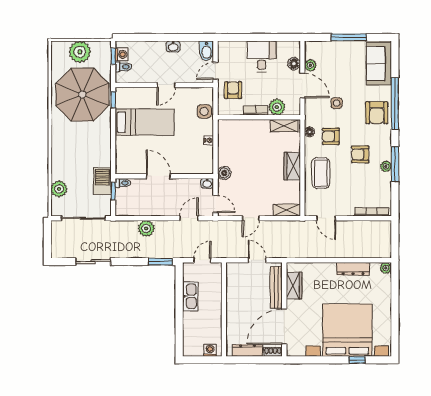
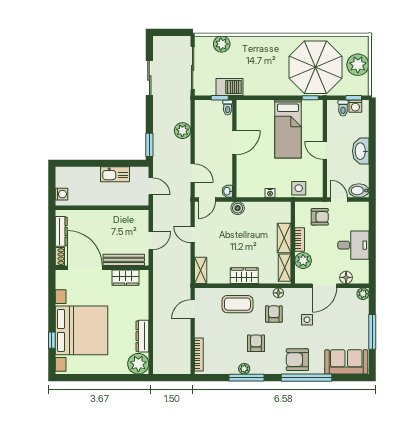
washbasin: (173, 46) -> (361, 151), width x1.91, depth x1.45
plant: (310, 65) -> (363, 294), moved
shelving: (254, 126) -> (284, 238), added
plant: (386, 268) -> (138, 364), width x1.88, depth x1.88

